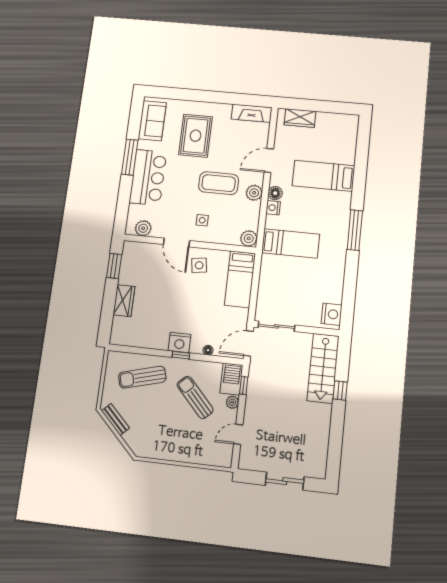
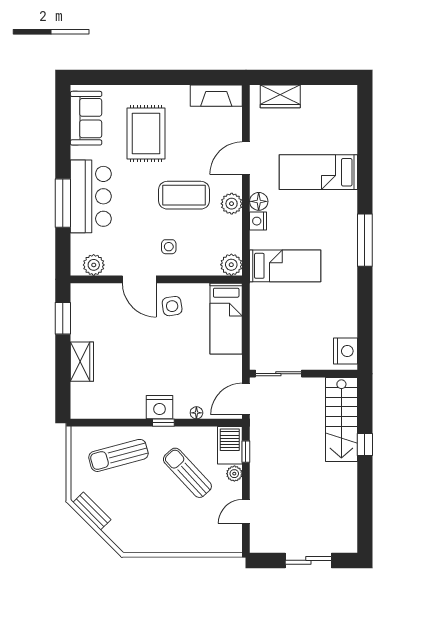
window: (130, 157) -> (63, 203), moved

